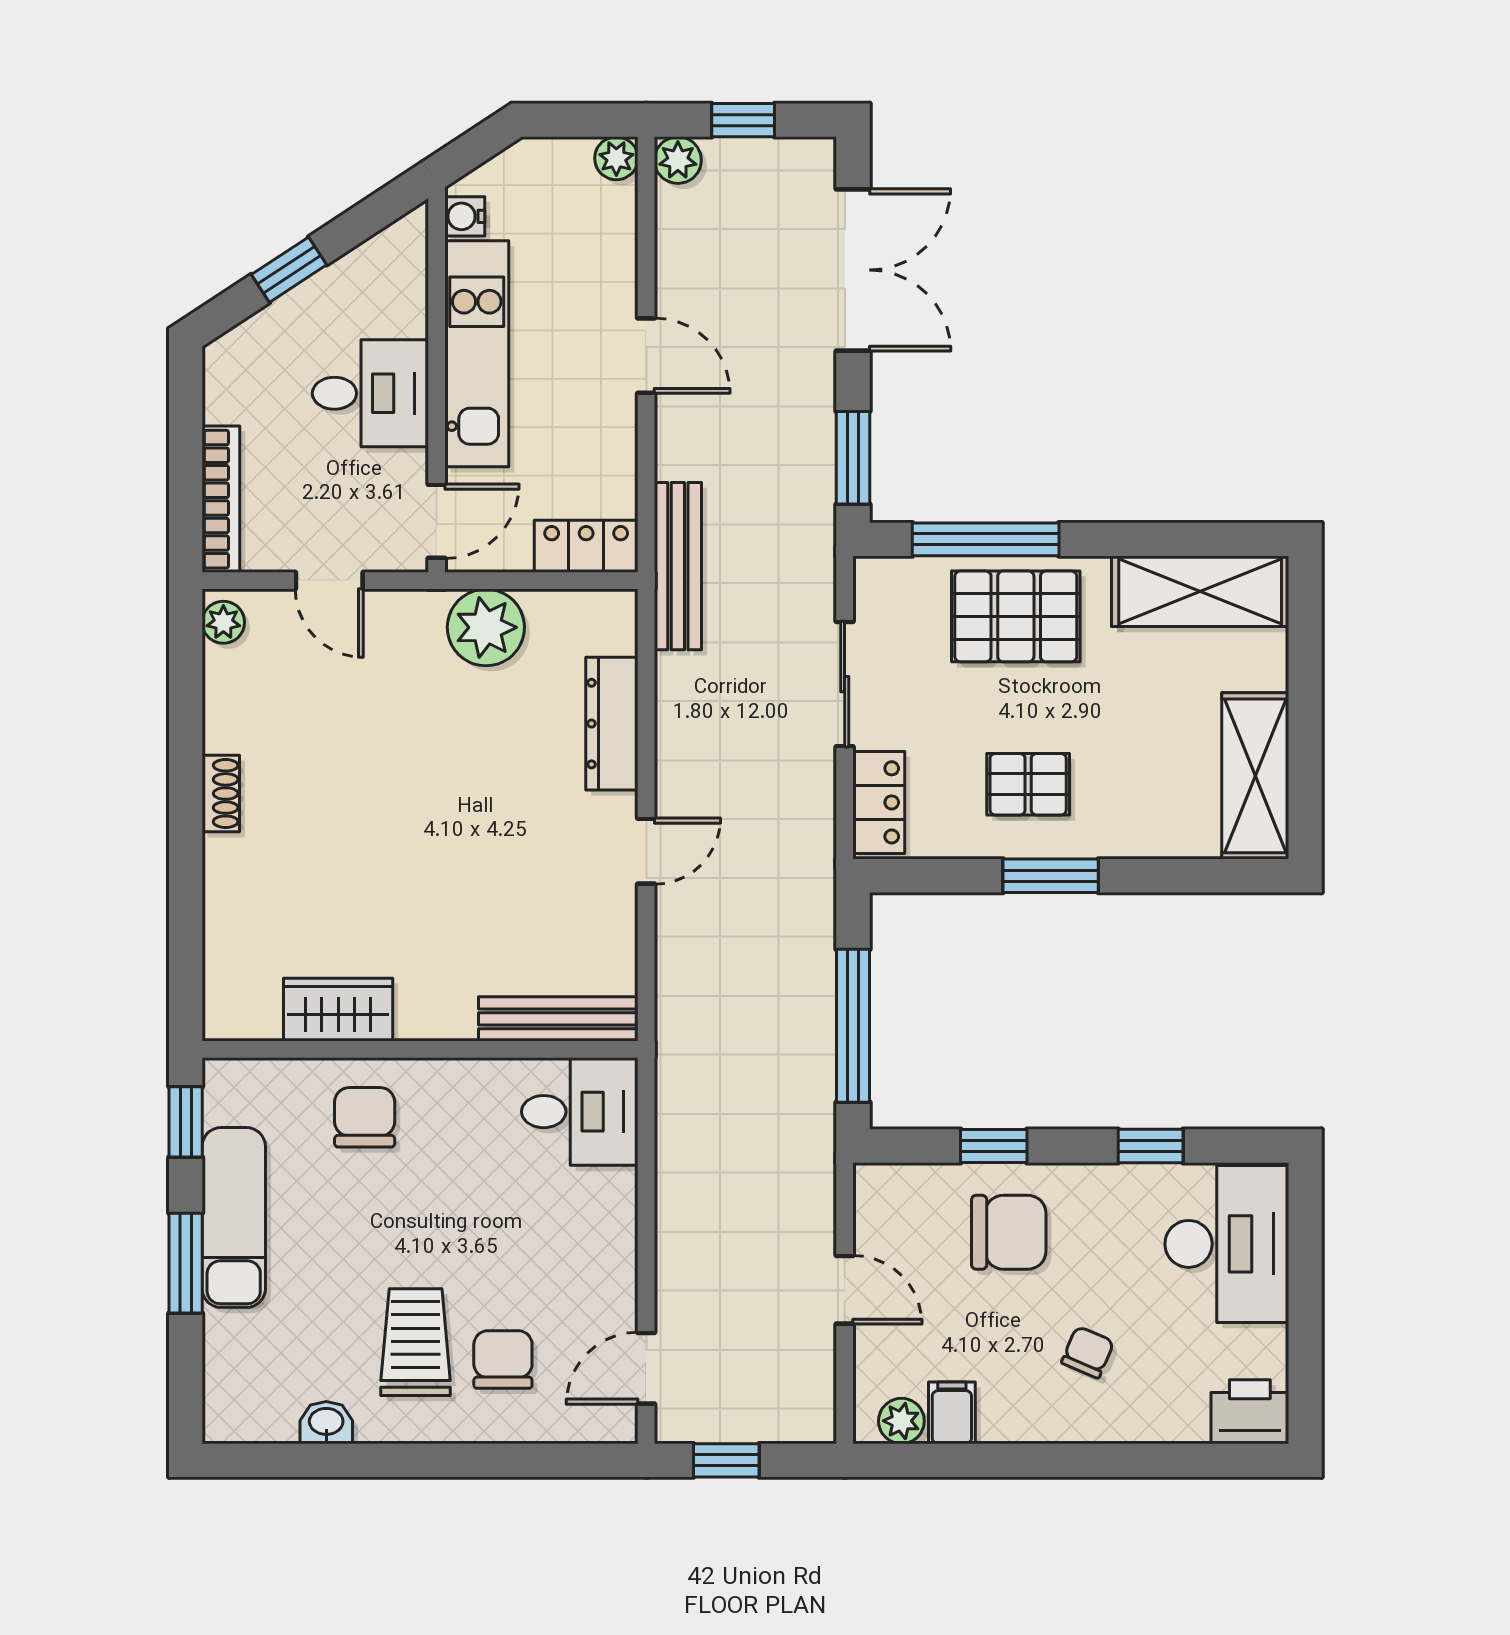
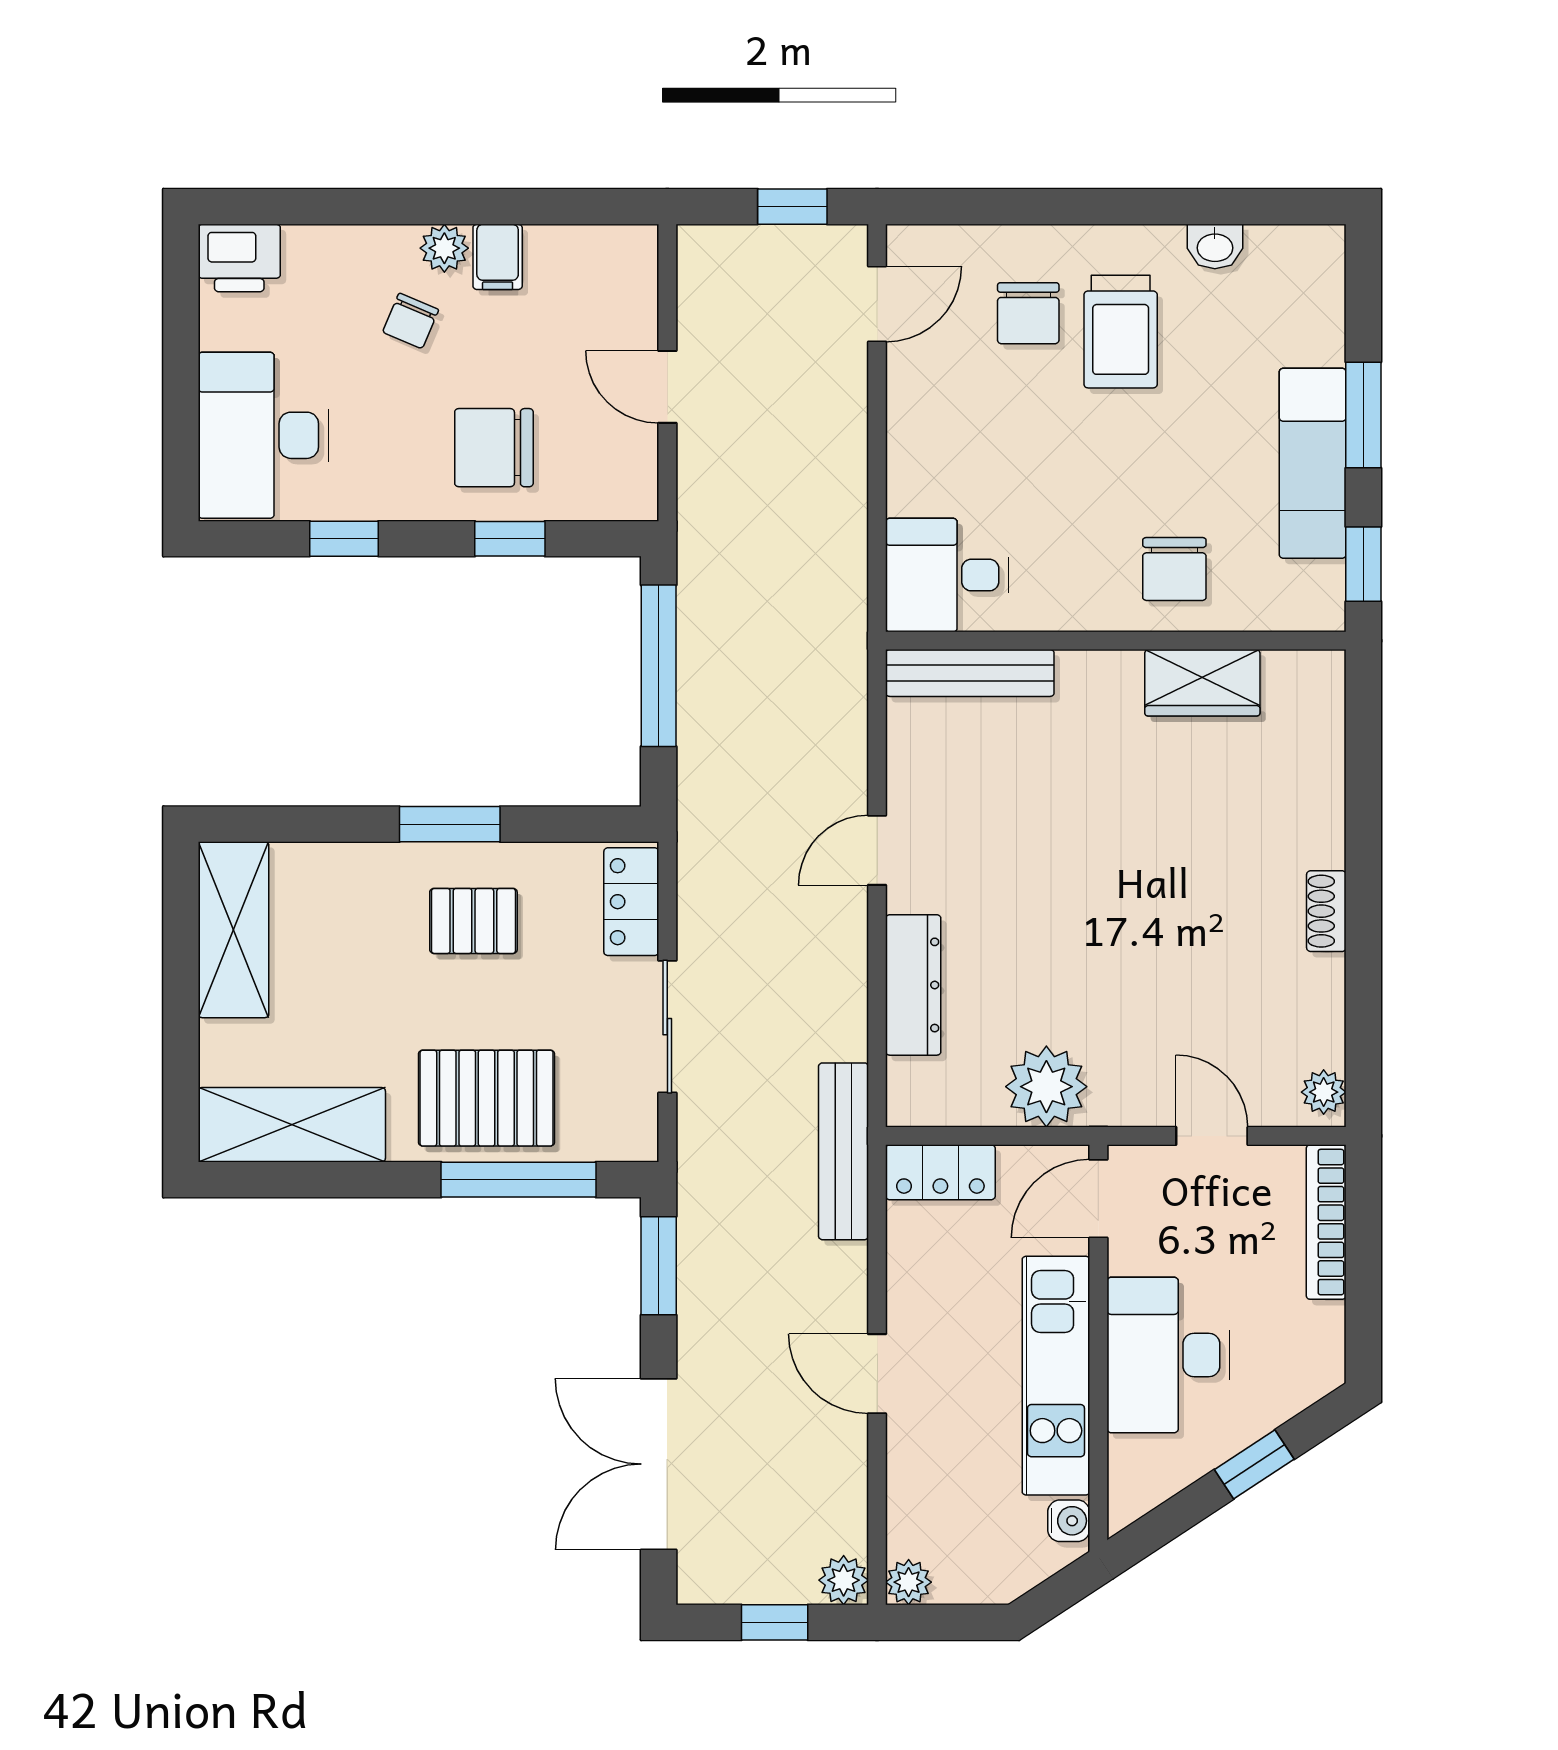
desk: (370, 393) -> (1168, 1355), width x1.37
filing cabinet: (952, 1413) -> (498, 257), moved
plant: (901, 1421) -> (444, 248), moved

